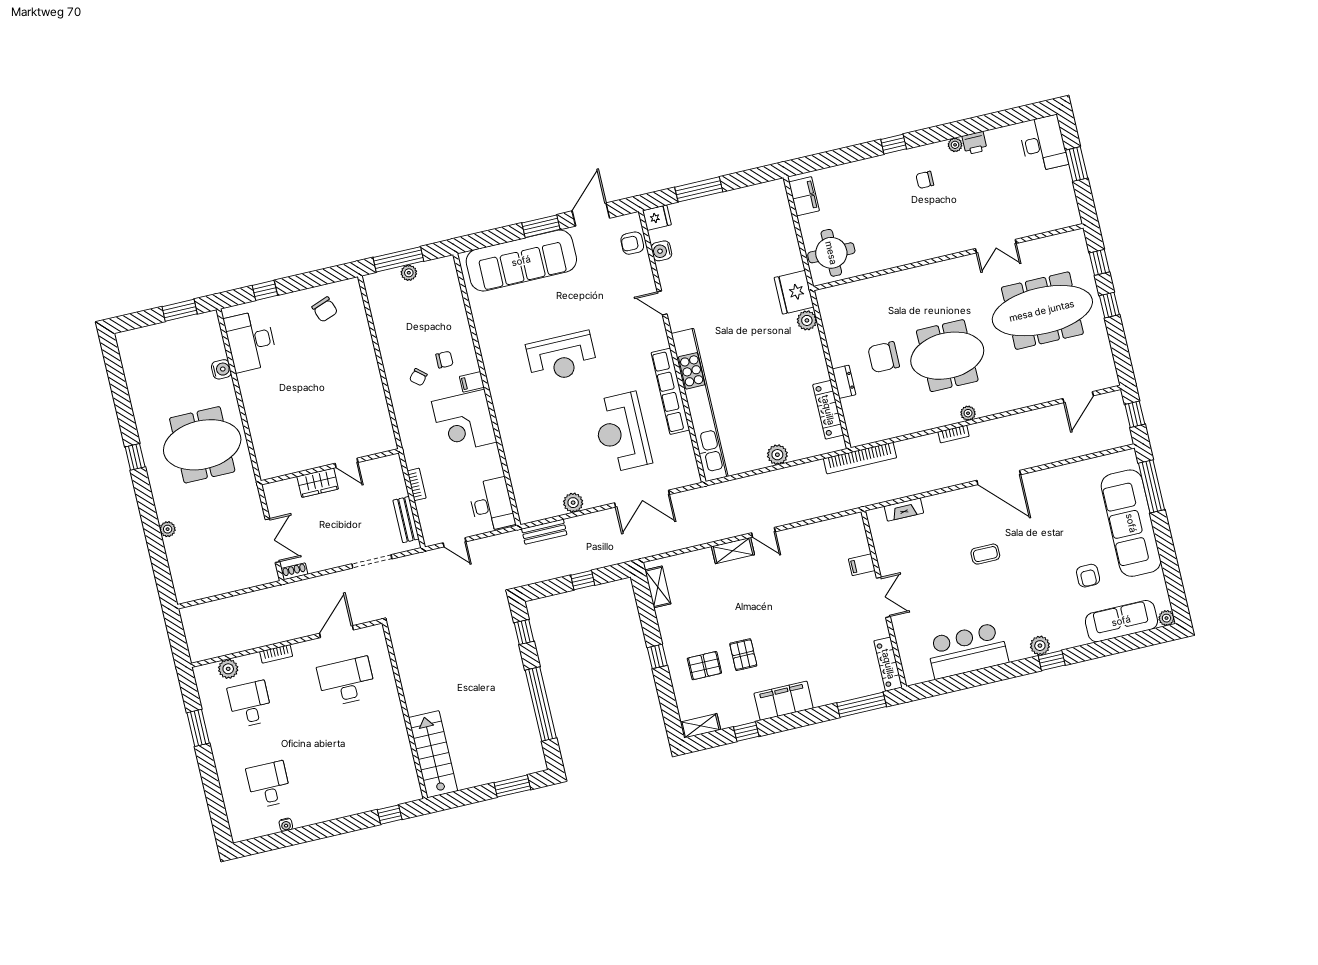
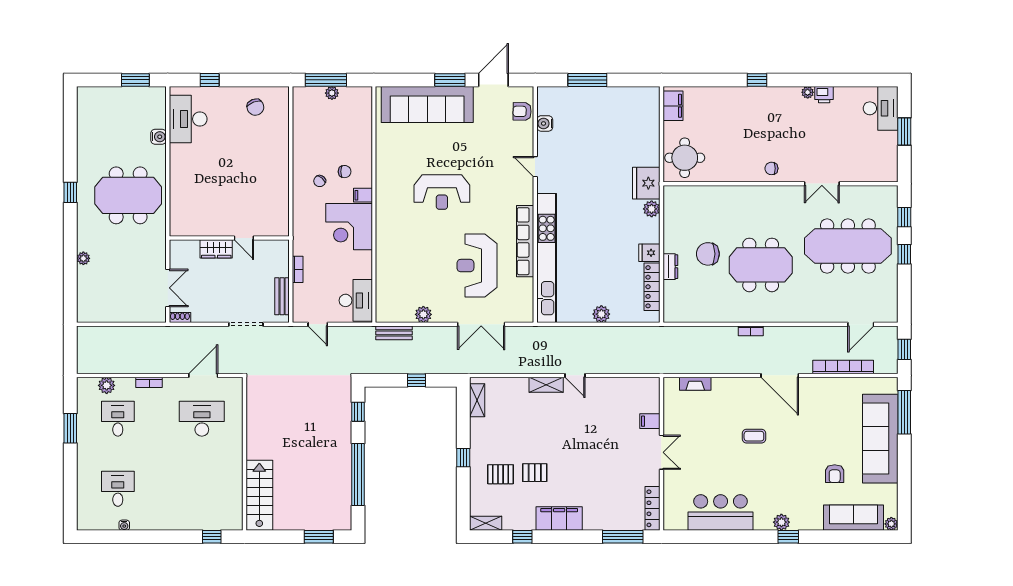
chair: (925, 180) -> (771, 168), moved
fridge: (657, 218) -> (649, 253), moved, turned 180
plant: (968, 413) -> (767, 316), removed
bookcase: (860, 458) -> (843, 367), moved, turned 180
pallet: (743, 655) -> (535, 473), turned 90

